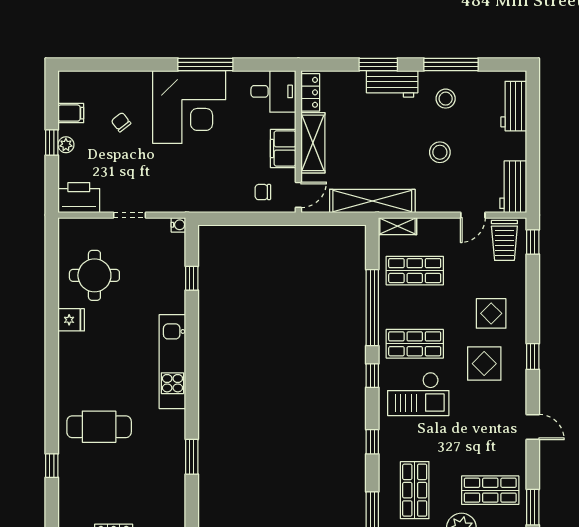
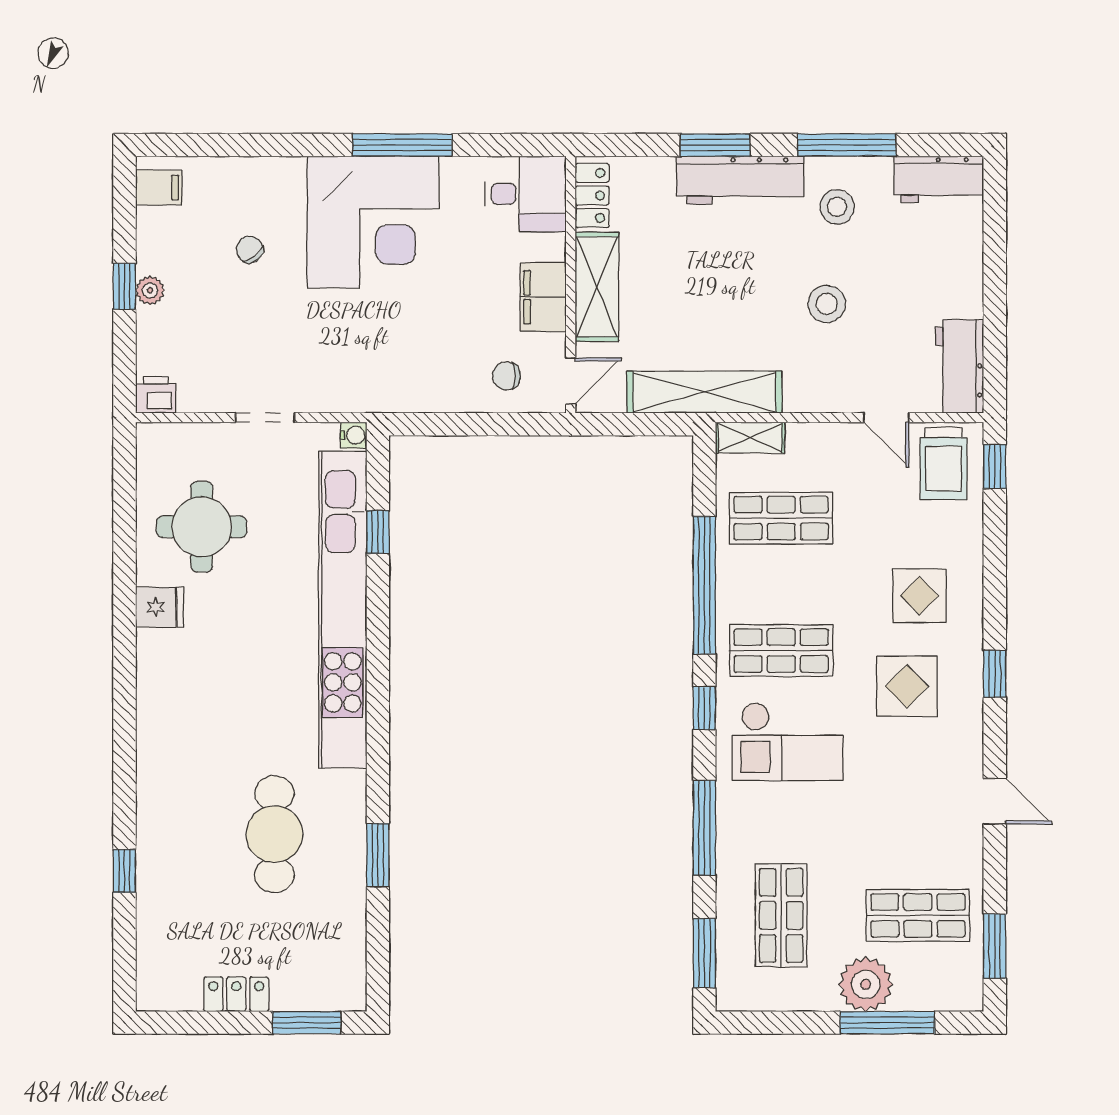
workbench: (392, 84) -> (740, 180), width x1.37
workbench: (514, 106) -> (939, 179), moved, turned -90
filing cabinet: (71, 113) -> (159, 188), moved
printer: (79, 198) -> (156, 395), width x0.53, depth x0.68
door: (473, 215) -> (886, 418), hinge flipped
kitchen unit: (172, 362) -> (343, 610), width x1.86
cafe table: (99, 427) -> (274, 834), moved, turned 90
window: (372, 442) -> (704, 828), width x2.17

